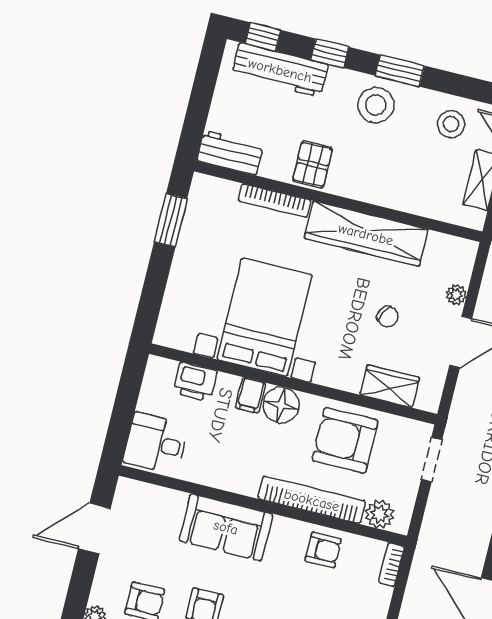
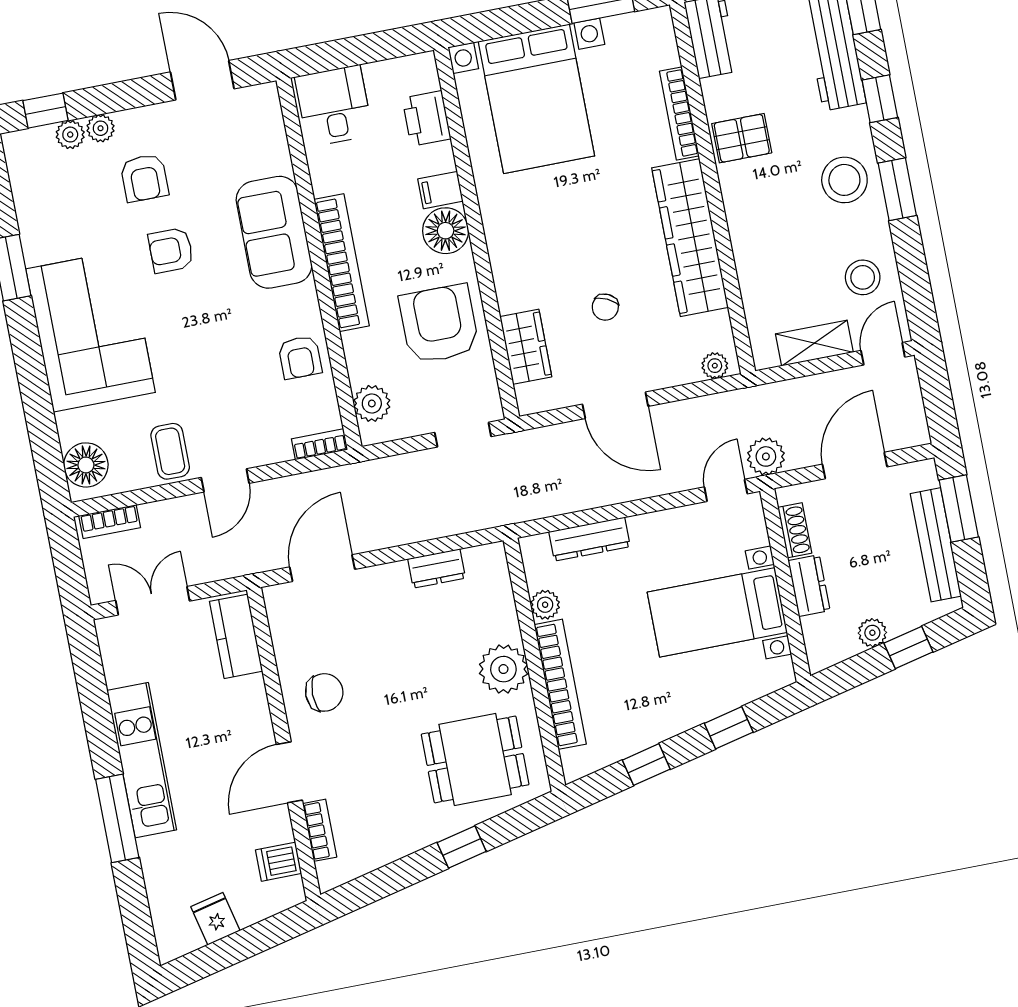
plant: (456, 295) -> (715, 366), moved
bed with nightstands: (265, 317) -> (536, 99), moved, turned 90
bookcase: (312, 500) -> (342, 263), moved

